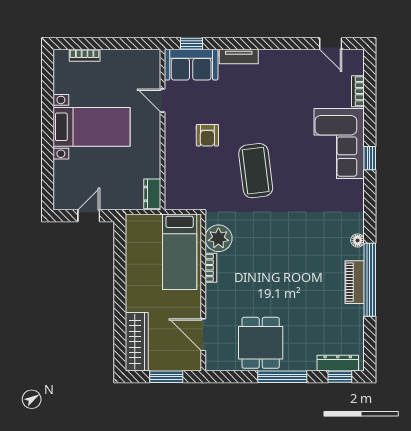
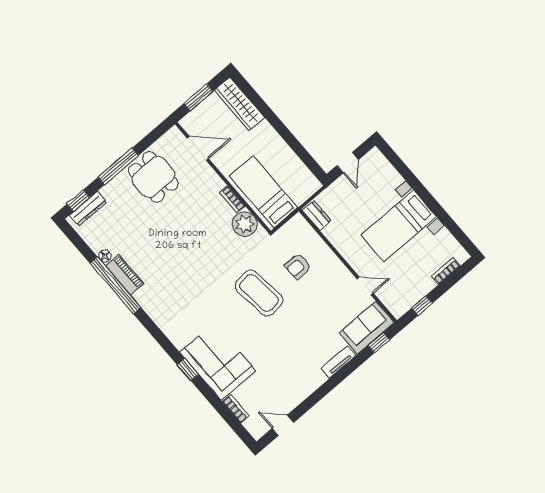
window: (129, 44) -> (422, 306), added
armchair: (207, 135) -> (298, 266), moved, turned -90
floor lamp: (358, 240) -> (105, 256), moved

